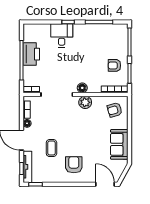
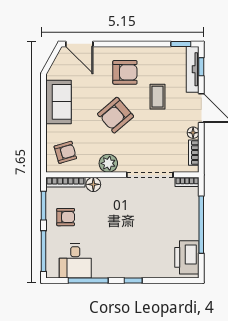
desk: (62, 35) -> (75, 261), moved
printer: (31, 54) -> (187, 257), moved
floor lamp: (82, 88) -> (93, 184), moved
armchair: (80, 135) -> (116, 115), added
armchair: (74, 165) -> (125, 72), turned -90

